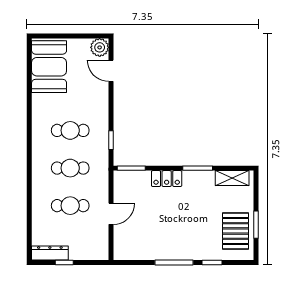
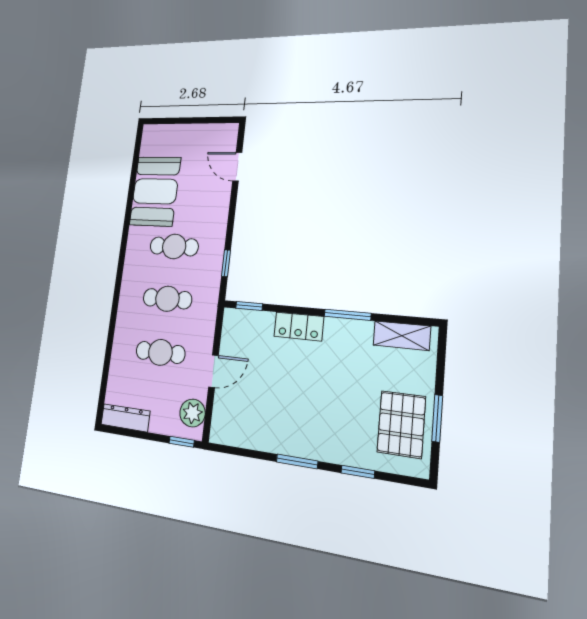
plant: (100, 47) -> (192, 413), moved
booth: (49, 67) -> (155, 191), moved
window: (131, 168) -> (249, 306), width x0.67
window: (64, 263) -> (182, 442), moved
window: (174, 263) -> (297, 461), width x0.69

